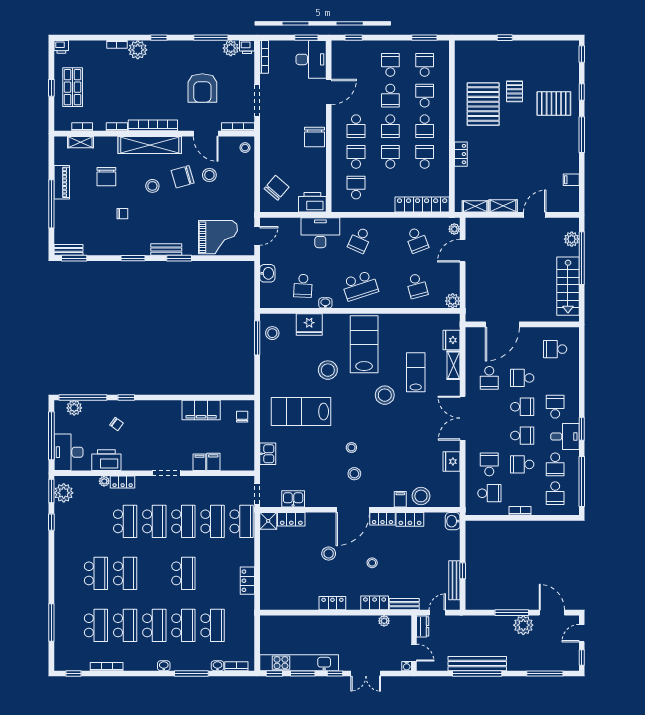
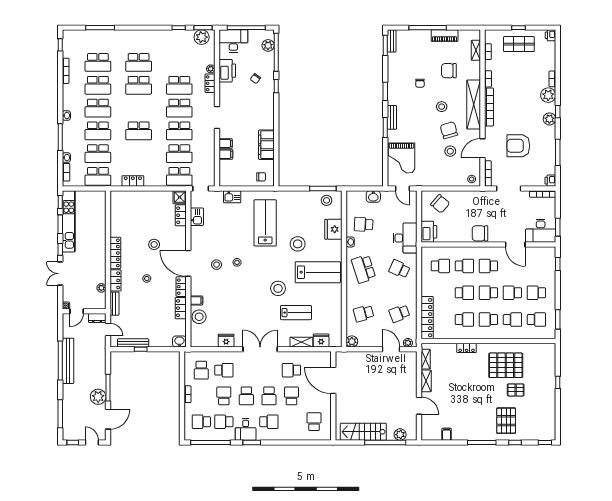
plant: (231, 48) -> (549, 119), moved
school desk: (390, 65) -> (536, 293), turned 180
locker: (332, 603) -> (115, 253), width x1.53
school desk: (242, 625) -> (98, 176), added

